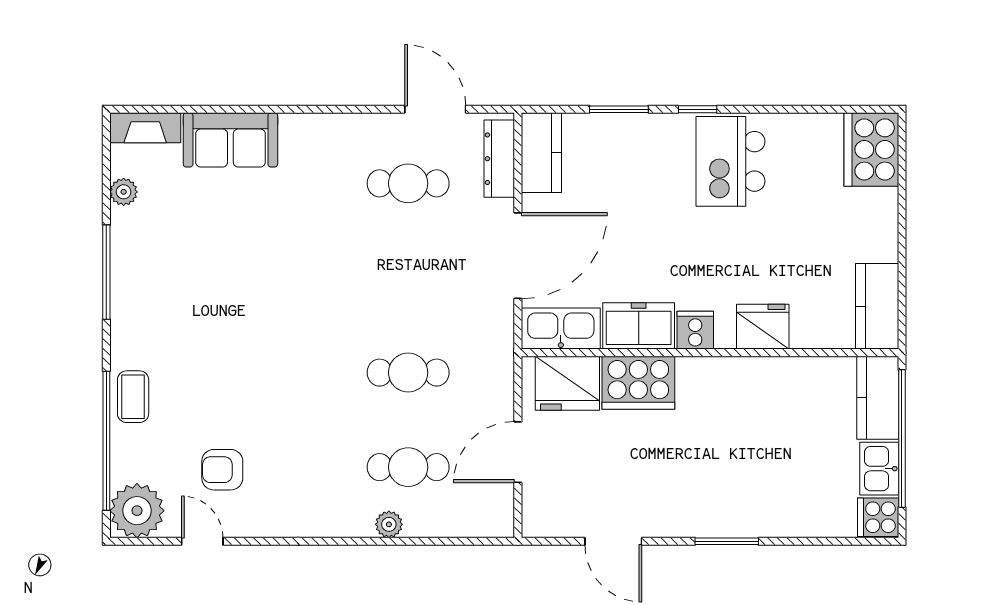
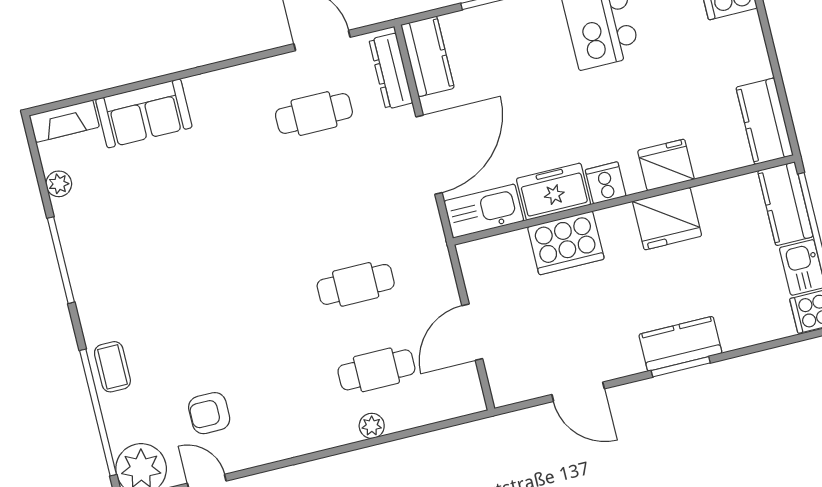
fridge: (567, 383) -> (667, 219), moved
kitchen counter: (732, 517) -> (680, 344), added

